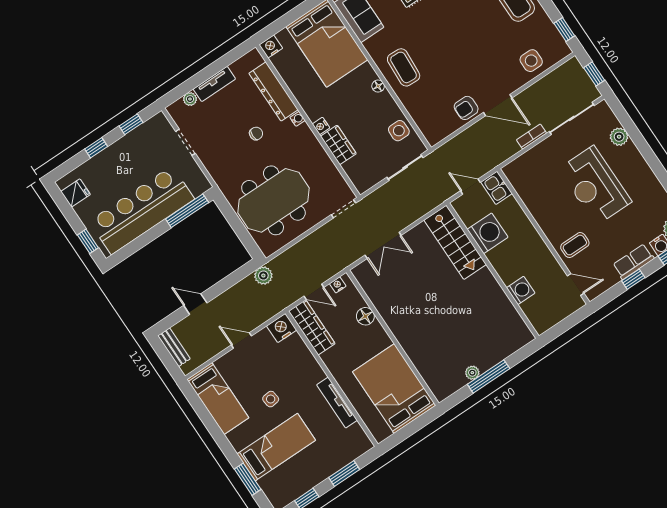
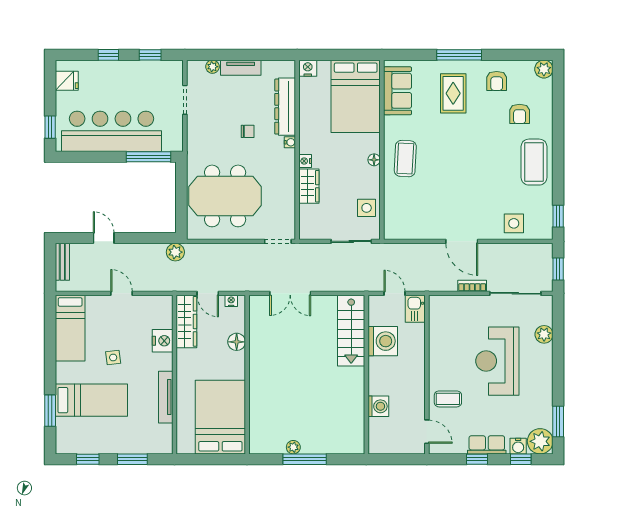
armchair: (466, 108) -> (434, 226), removed
nightstand: (282, 328) -> (163, 341), moved, turned 90

